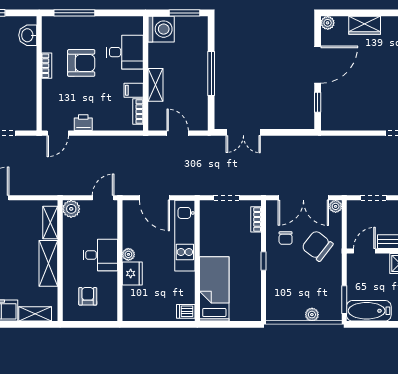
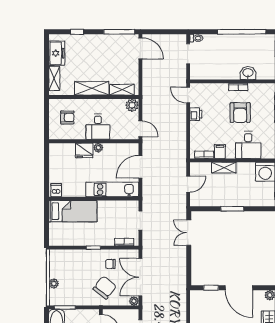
washbasin: (28, 35) -> (248, 73), moved
window: (211, 74) -> (232, 209), width x0.69

